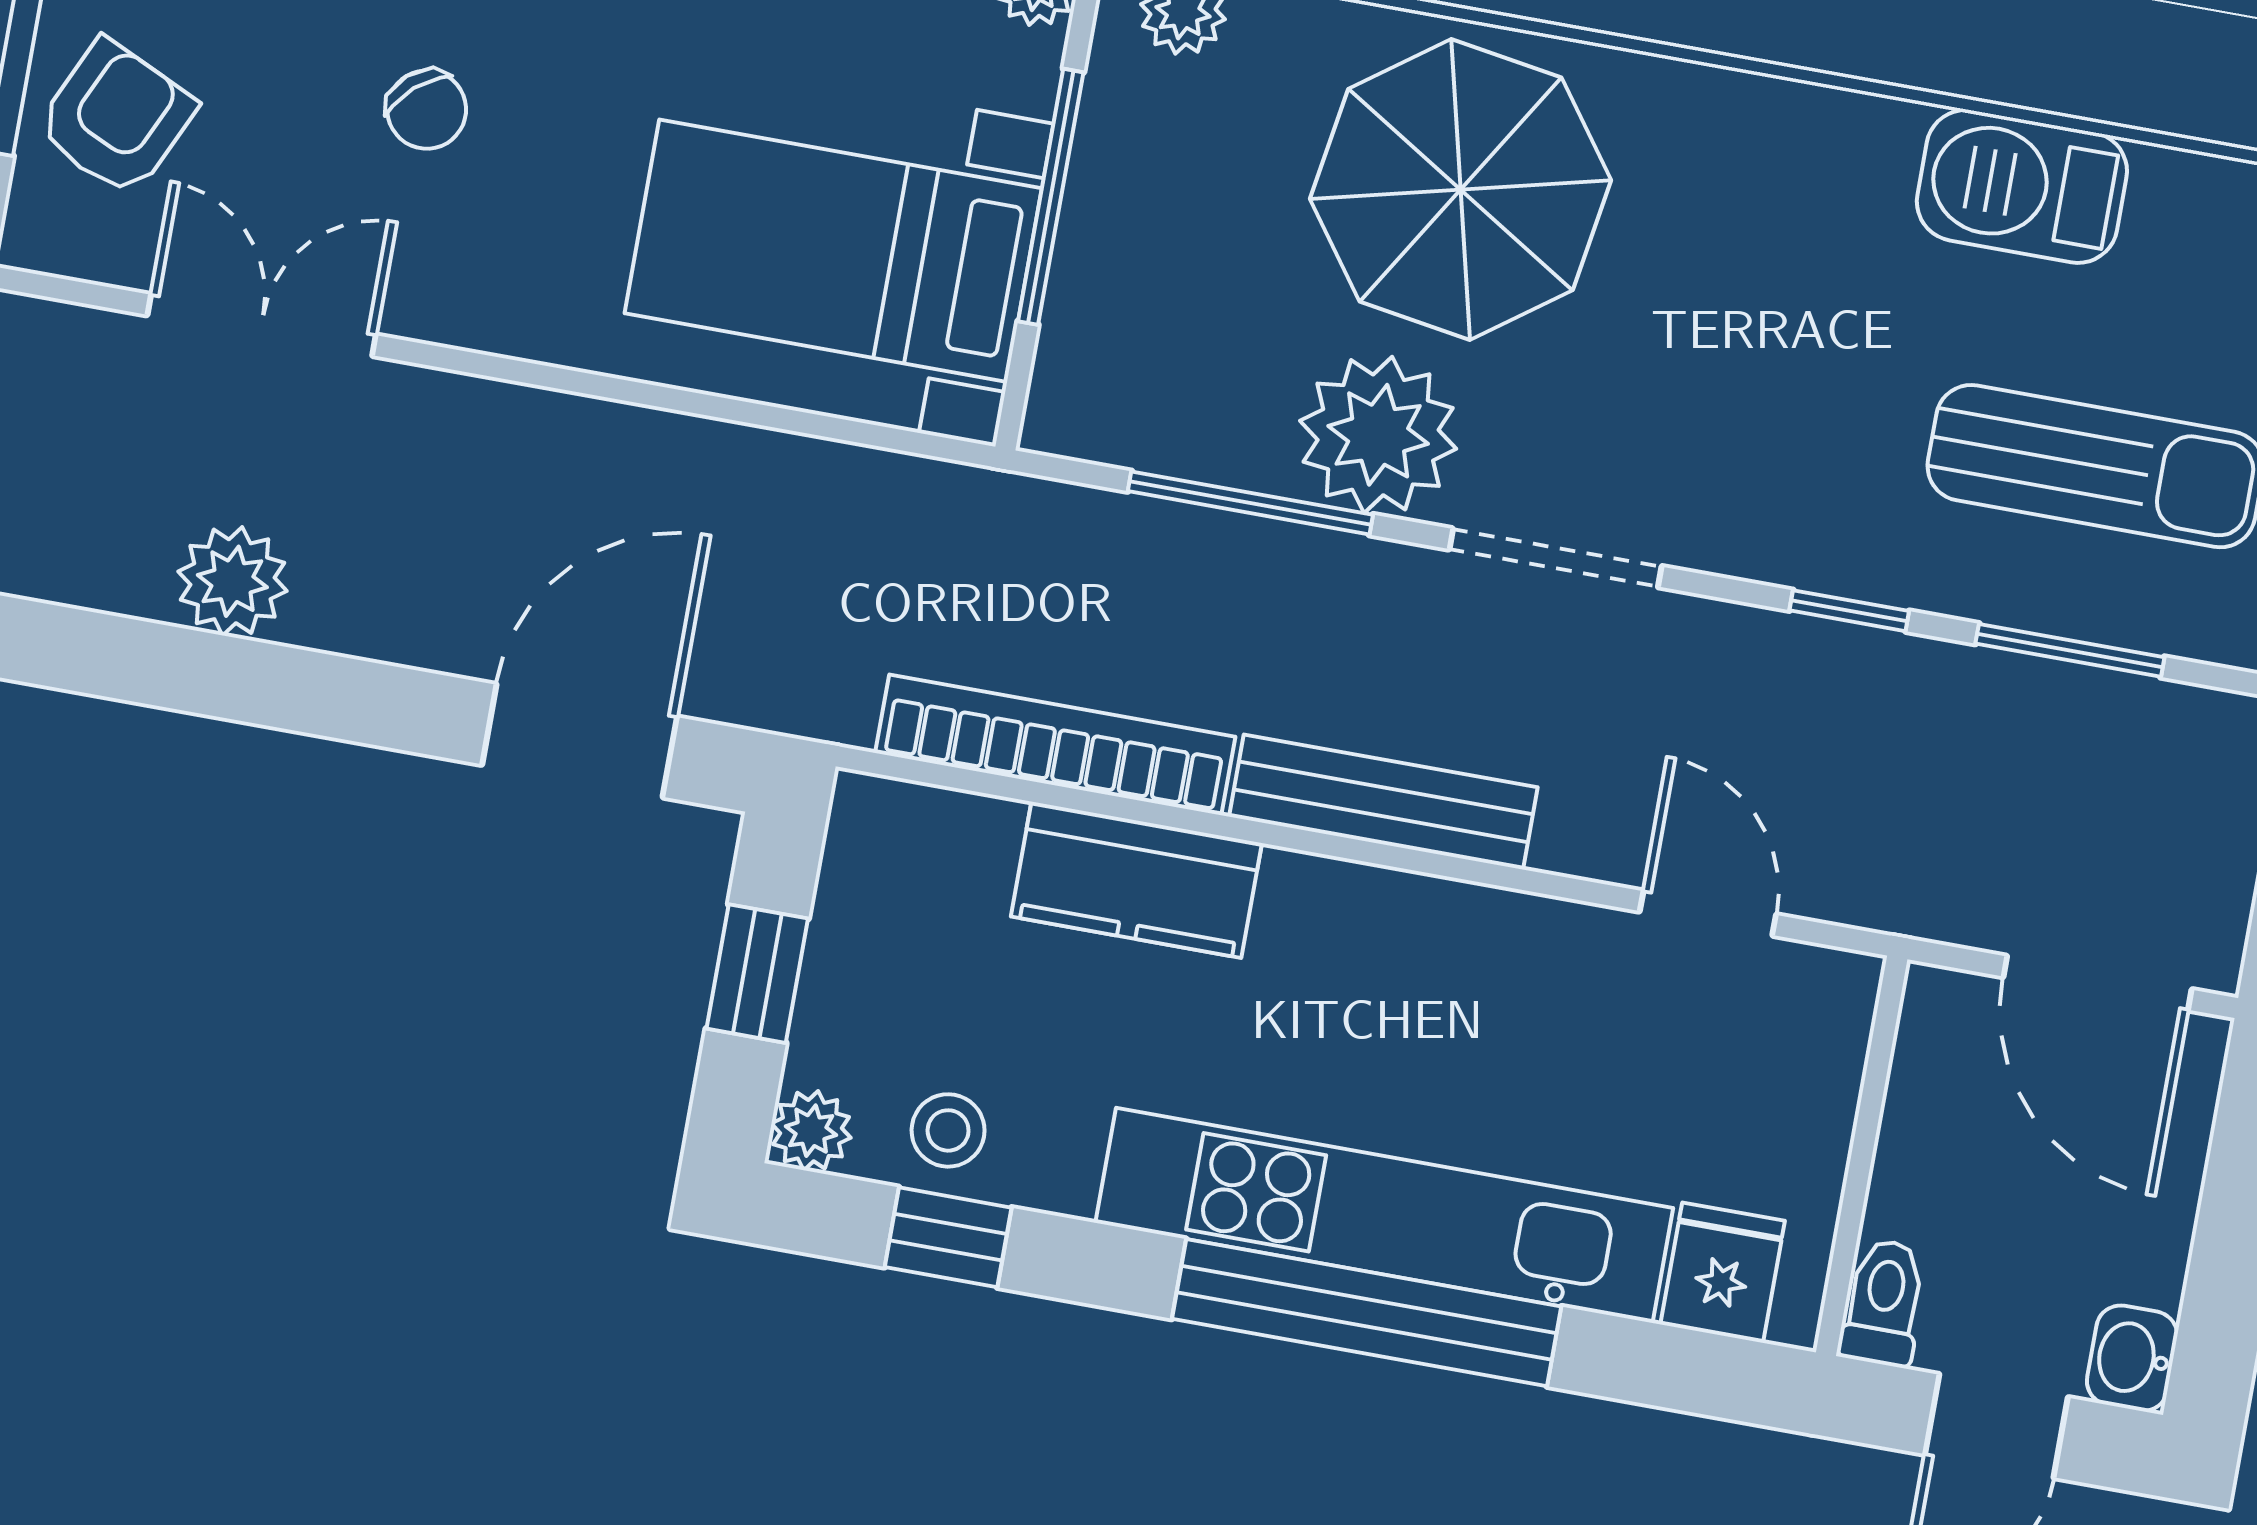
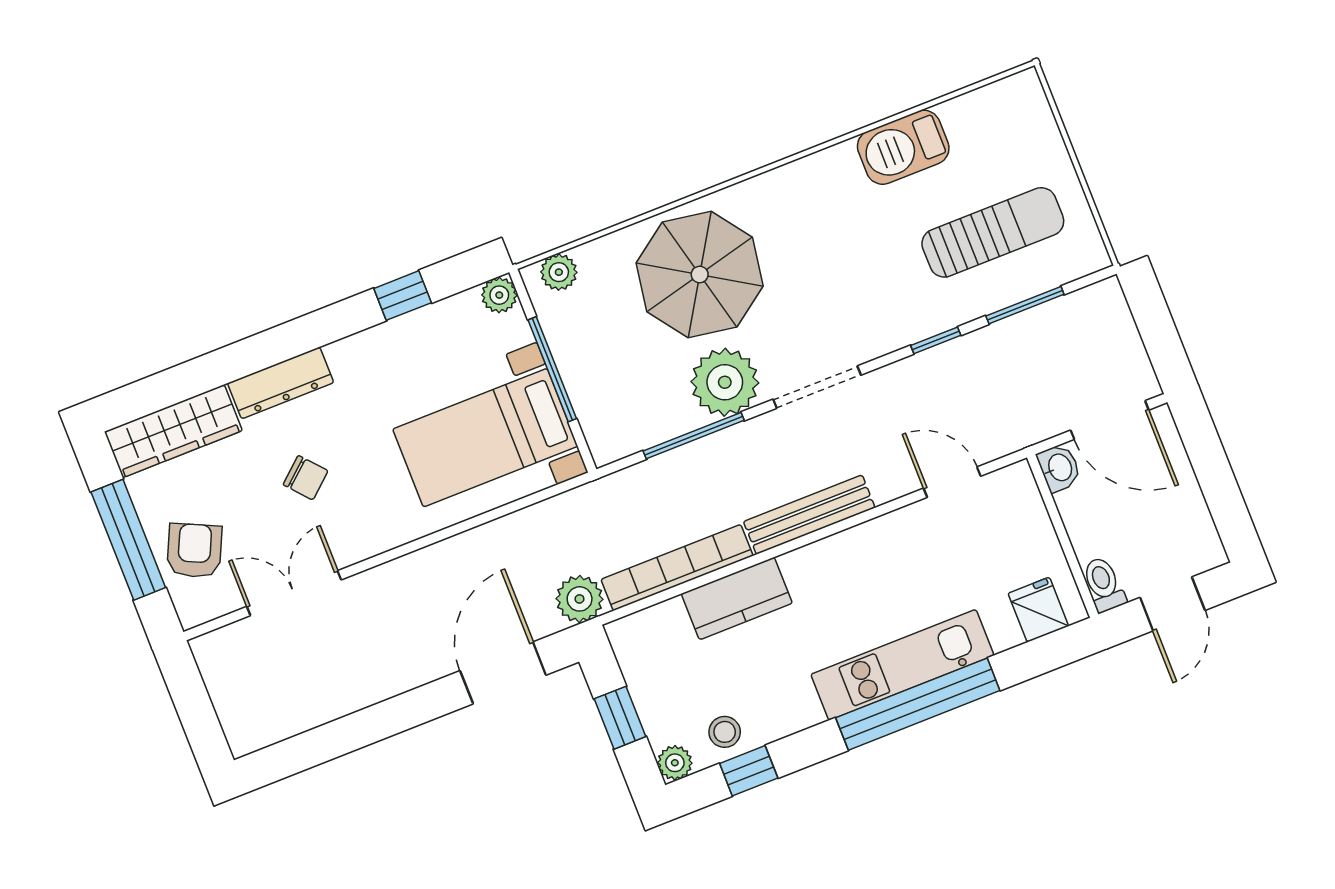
plant: (232, 581) -> (580, 599), moved
kitchen unit: (1384, 1215) -> (902, 665), width x0.73
washbasin: (2132, 1358) -> (1059, 468), moved, turned 180

